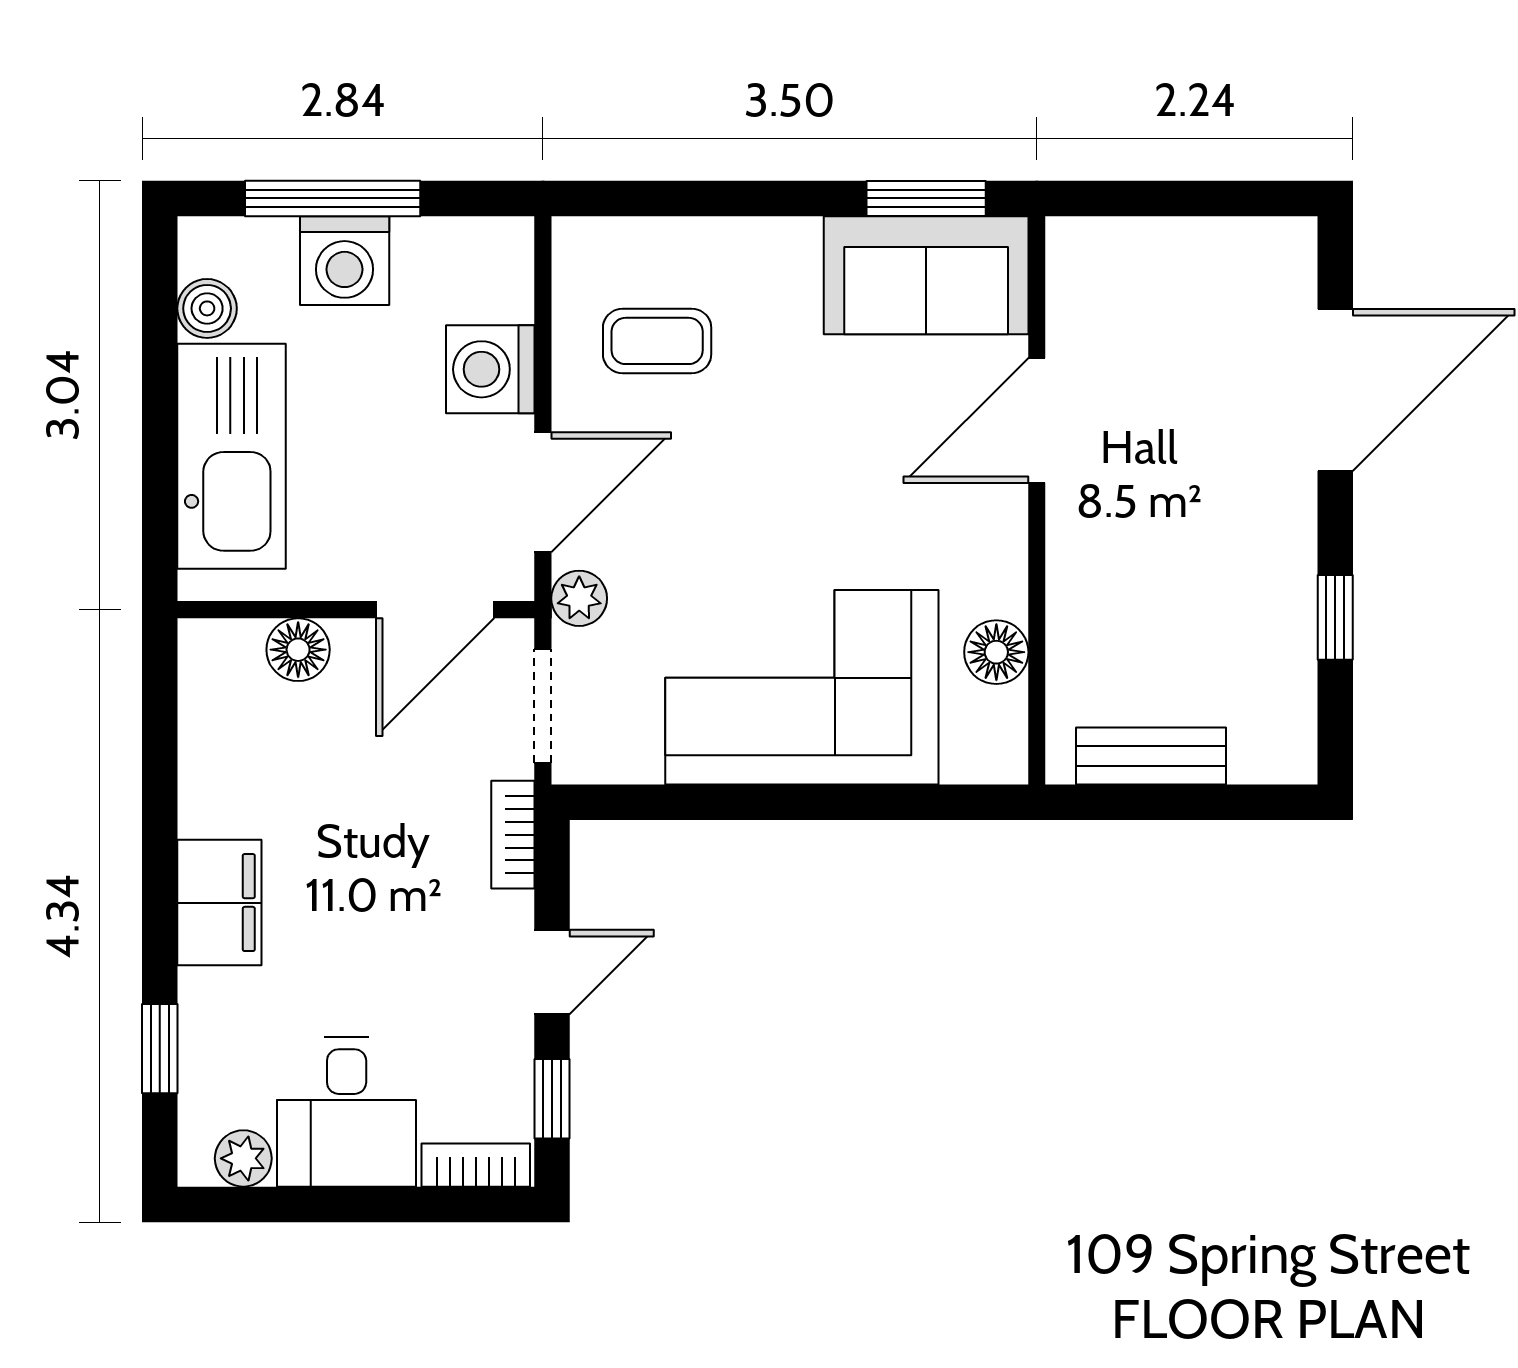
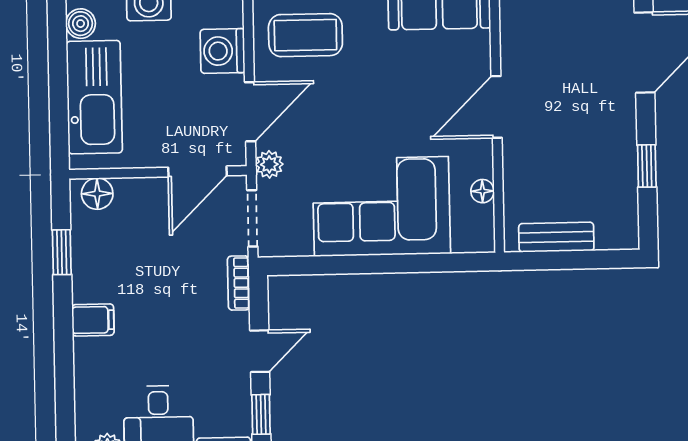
coffee table: (657, 341) -> (305, 35), width x1.36, depth x1.30
door: (1037, 421) -> (497, 107), moved
floor lamp: (298, 650) -> (97, 194), moved
floor lamp: (996, 652) -> (482, 191), width x0.73, depth x0.73
filing cabinet: (219, 903) -> (93, 320), width x0.50
window: (160, 1049) -> (62, 252), moved

